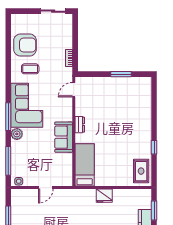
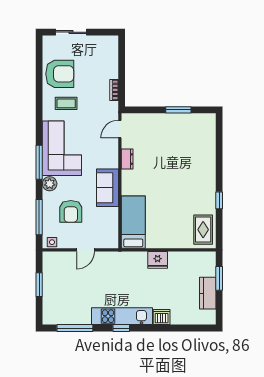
sliding door: (53, 11) -> (71, 32), moved
dresser: (80, 125) -> (127, 159), moved
armchair: (34, 156) -> (71, 211), added

